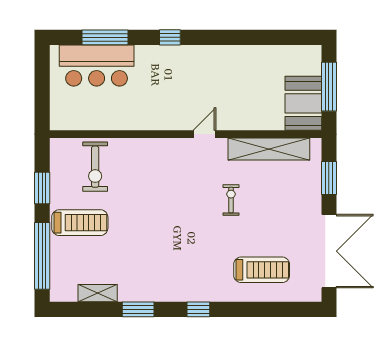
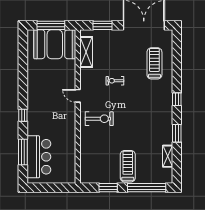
booth: (303, 103) -> (55, 44), width x1.36, depth x1.42
shelving: (269, 149) -> (86, 52), width x0.68
exercise bike: (95, 167) -> (99, 119), moved

